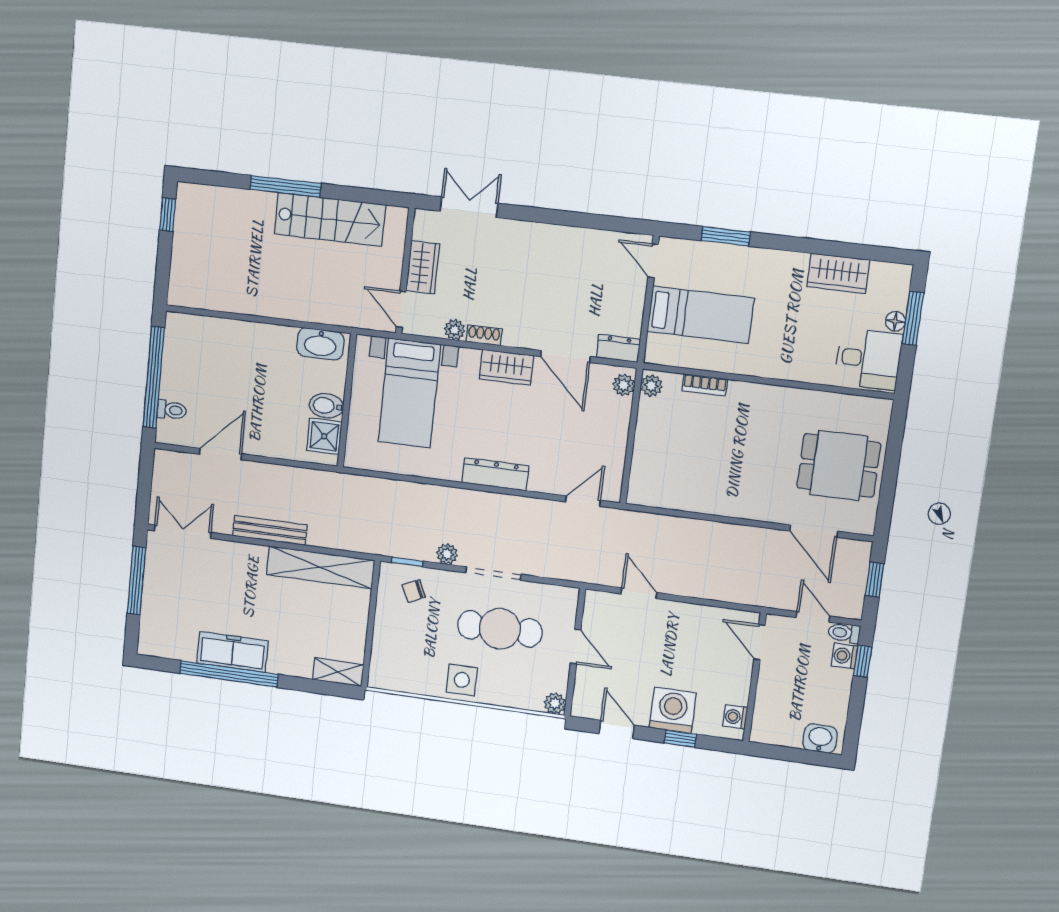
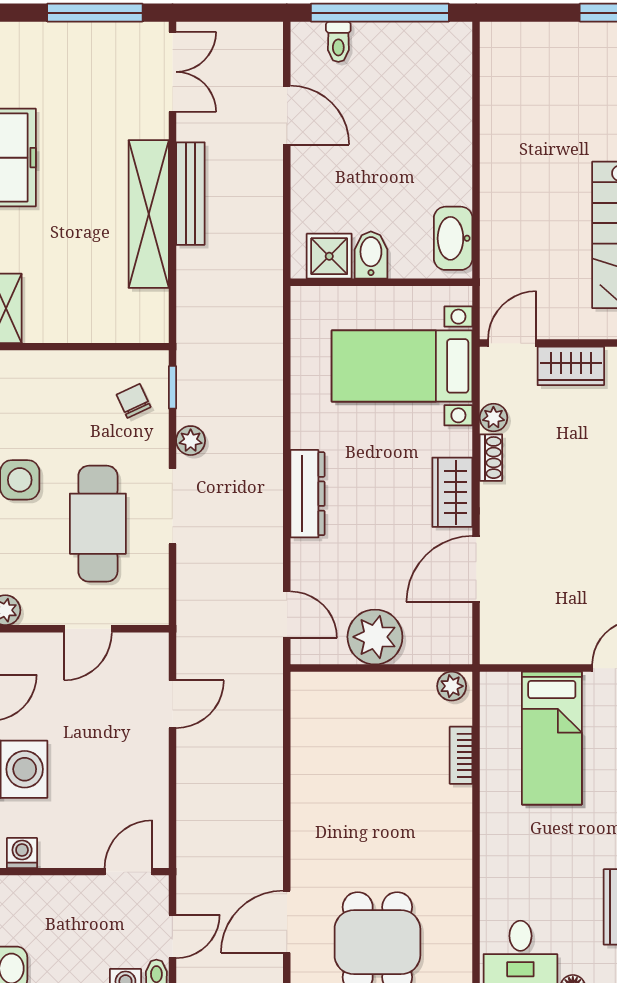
dresser: (618, 348) -> (495, 637), removed
plant: (624, 385) -> (375, 637), moved, width x1.87, depth x1.87
shelving: (320, 567) -> (149, 214), moved

